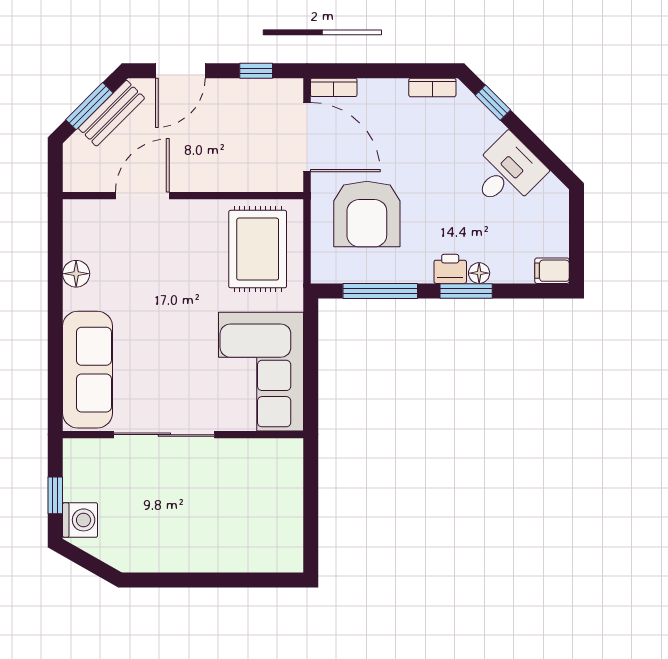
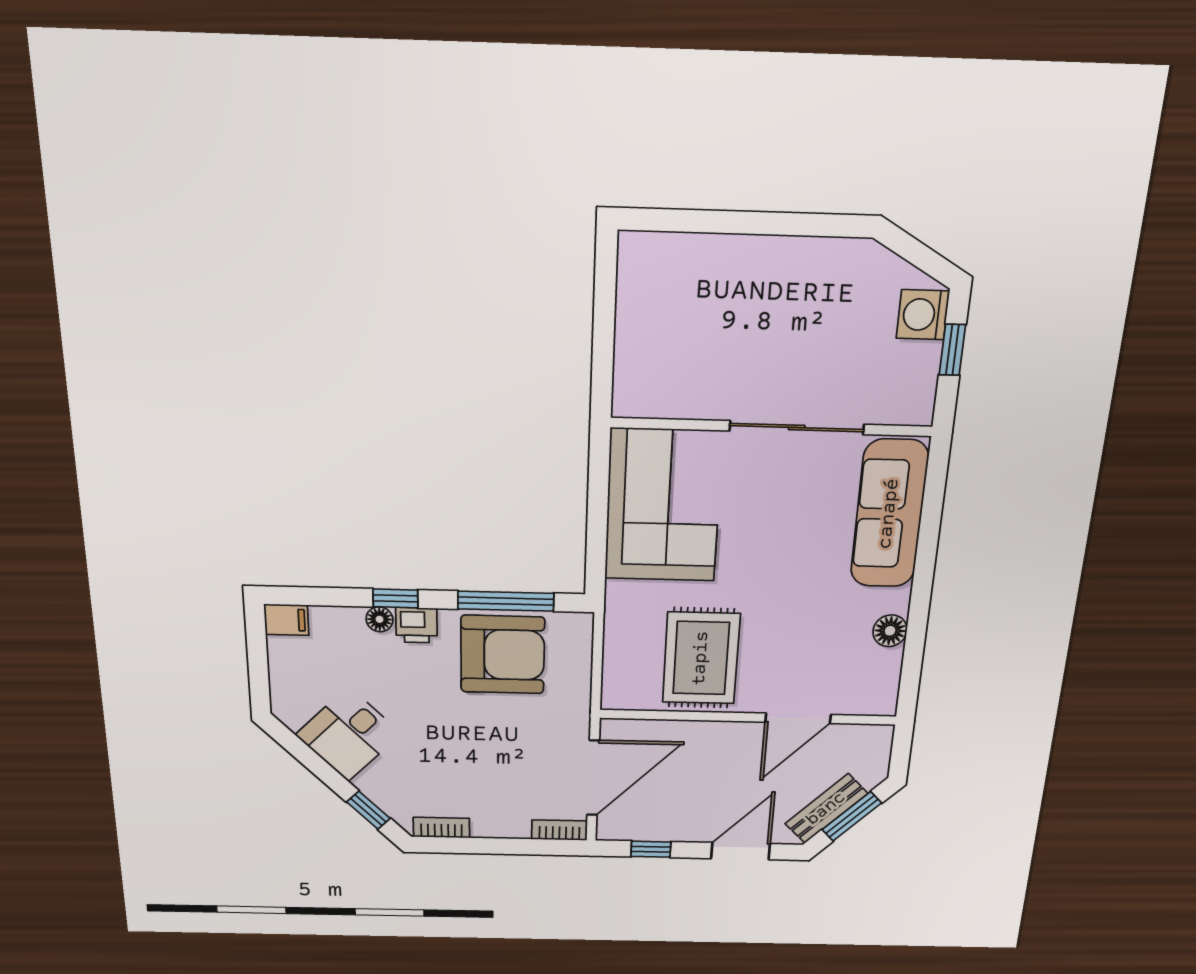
door: (307, 137) -> (593, 778), swing flipped
armchair: (367, 214) -> (503, 655), moved, turned 90
rug: (258, 249) -> (701, 658), moved
window: (466, 291) -> (395, 598), width x0.67

